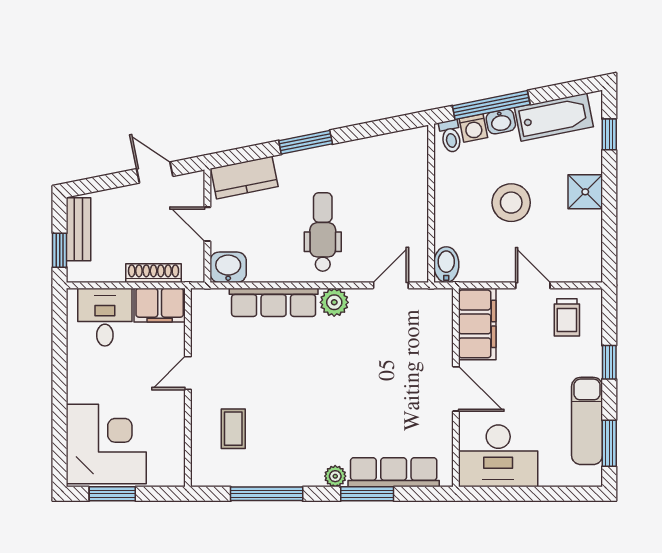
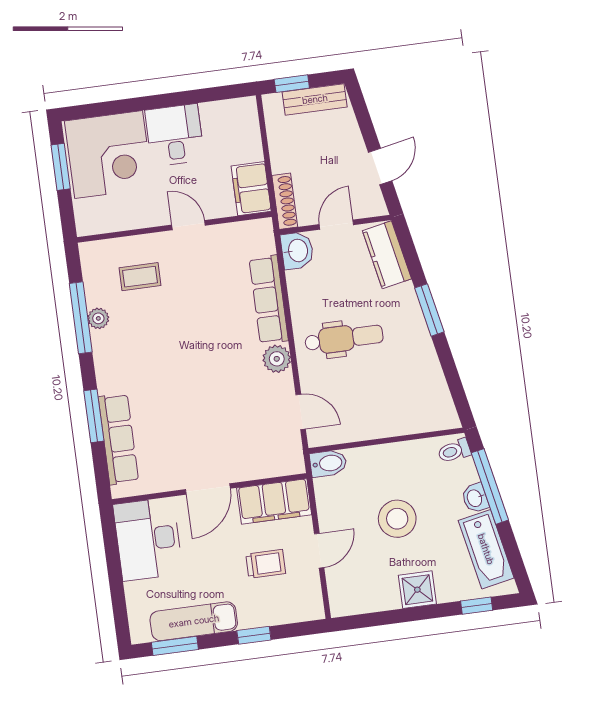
washing machine: (473, 128) -> (465, 472), removed
shoe rack: (154, 273) -> (285, 201), moved
desk: (105, 317) -> (175, 135), moved, turned -90
trolley: (567, 317) -> (266, 564), moved, turned 180
plant: (335, 476) -> (98, 318), moved

